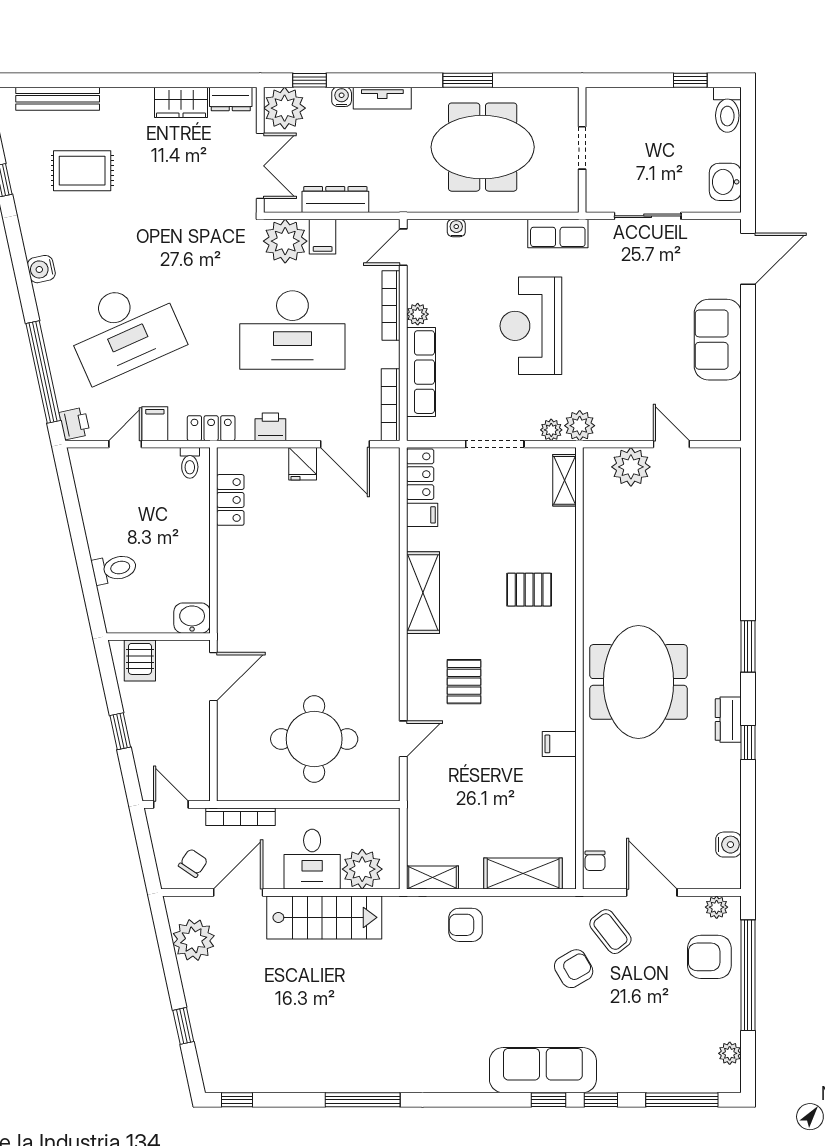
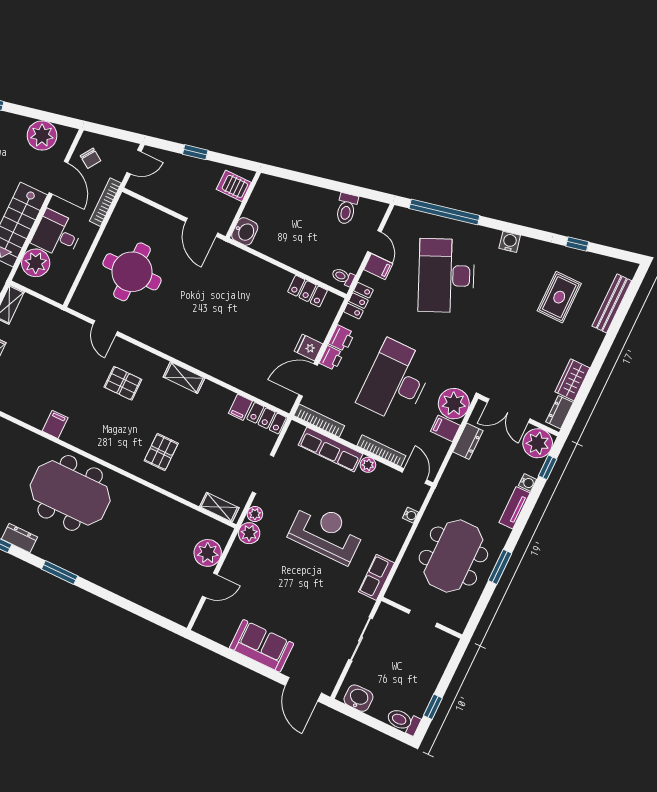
dresser: (335, 200) -> (468, 441), width x0.70
printer: (75, 424) -> (331, 358), moved, turned -78
toilet: (114, 569) -> (346, 209), moved
shelving: (423, 593) -> (184, 378), width x0.67, depth x0.75

